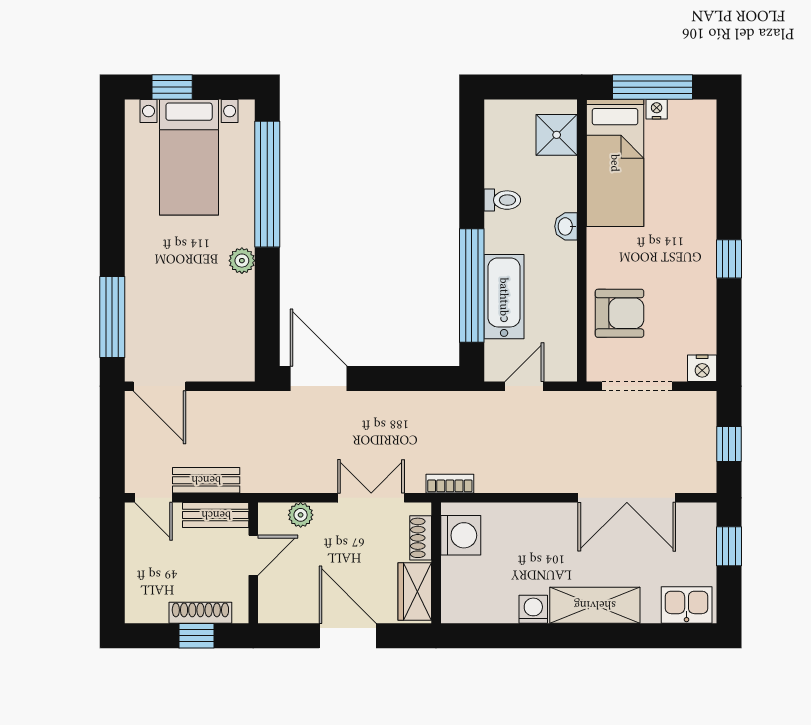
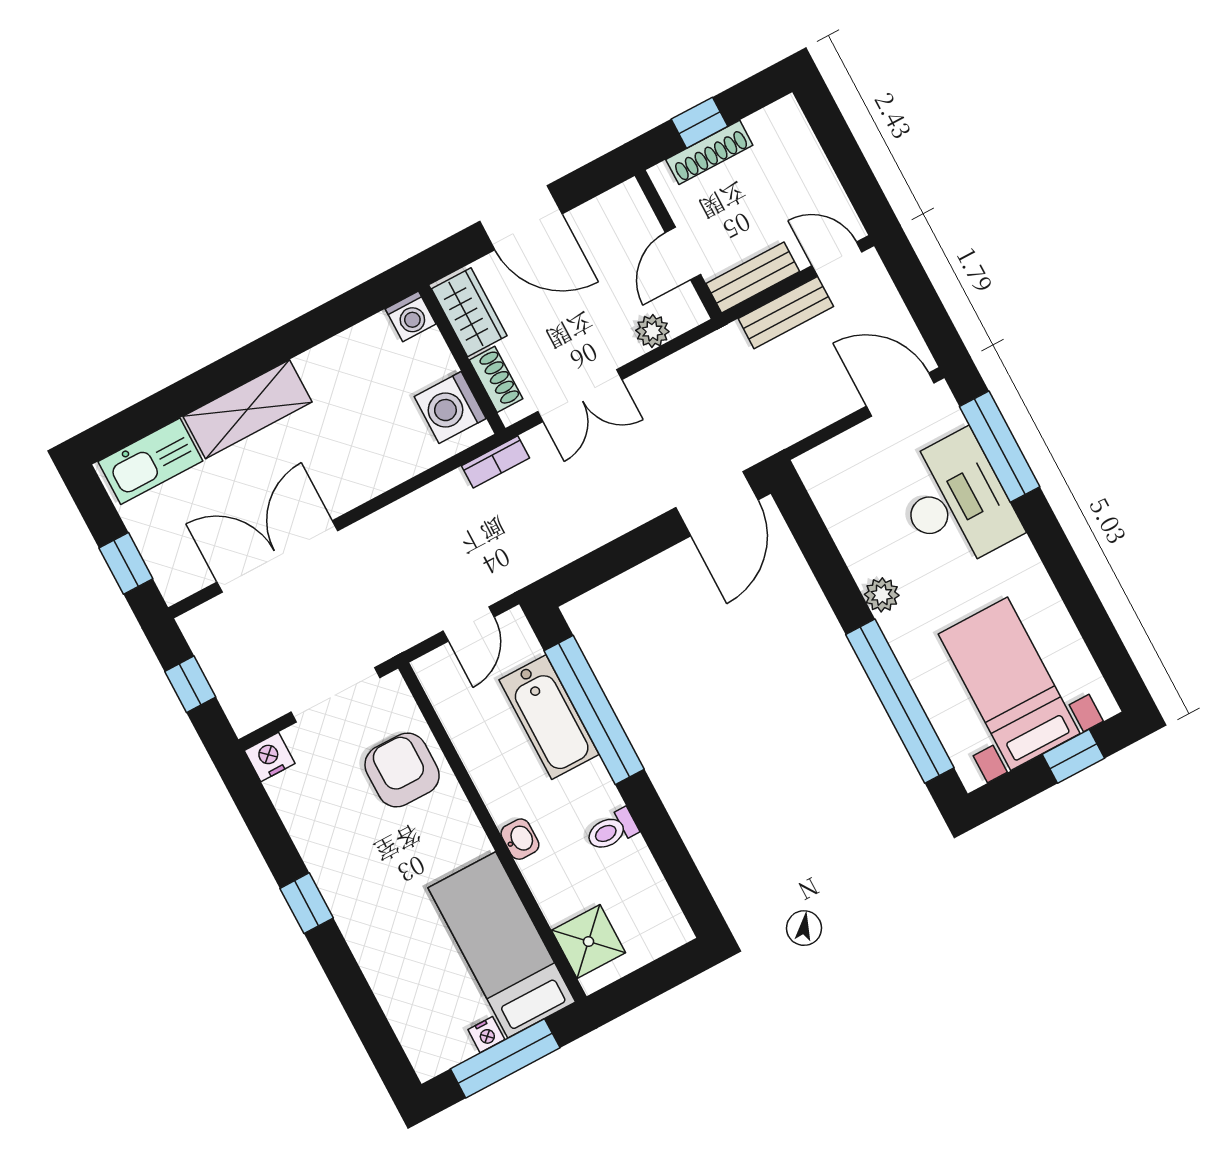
desk: (160, 296) -> (956, 501), added
armchair: (619, 313) -> (402, 770), turned 90
door: (319, 378) -> (717, 504), hinge flipped
kitchen sink: (687, 605) -> (150, 461), width x1.38
washing machine: (533, 609) -> (411, 316), moved

